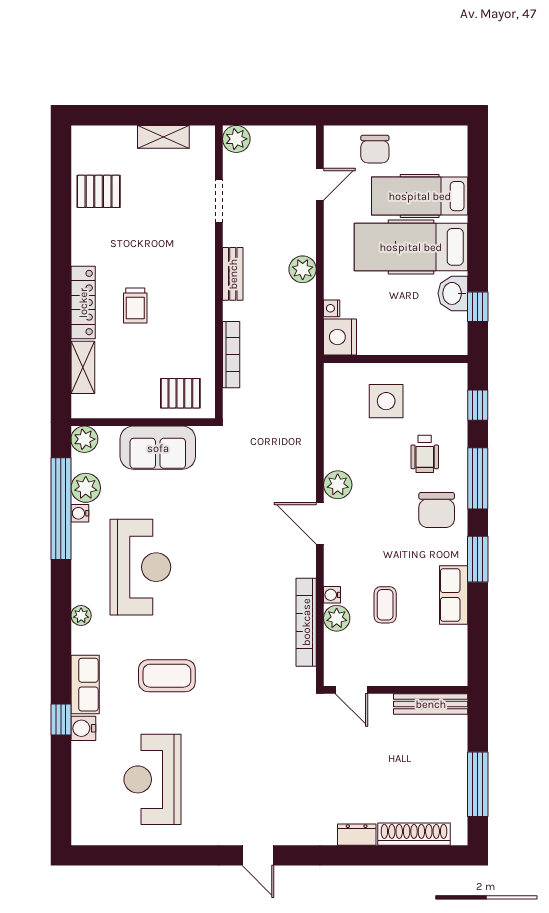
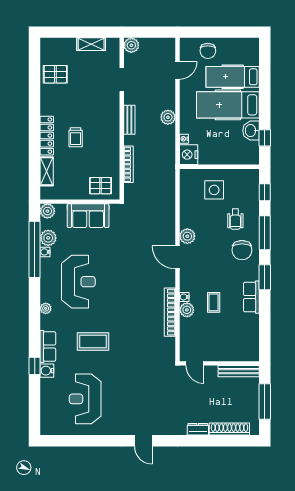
door: (351, 690) -> (195, 363), moved
wall: (396, 690) -> (219, 363), moved
bench: (431, 704) -> (239, 371), moved

